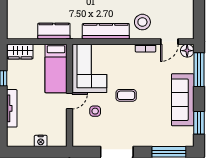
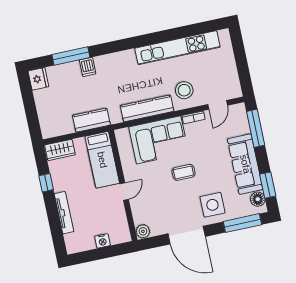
floor lamp: (187, 51) -> (258, 199), moved
corner sofa: (89, 68) -> (159, 140), moved, turned 90
side table: (95, 111) -> (212, 205), moved, width x1.87, depth x1.87
plant: (79, 140) -> (143, 231), added

